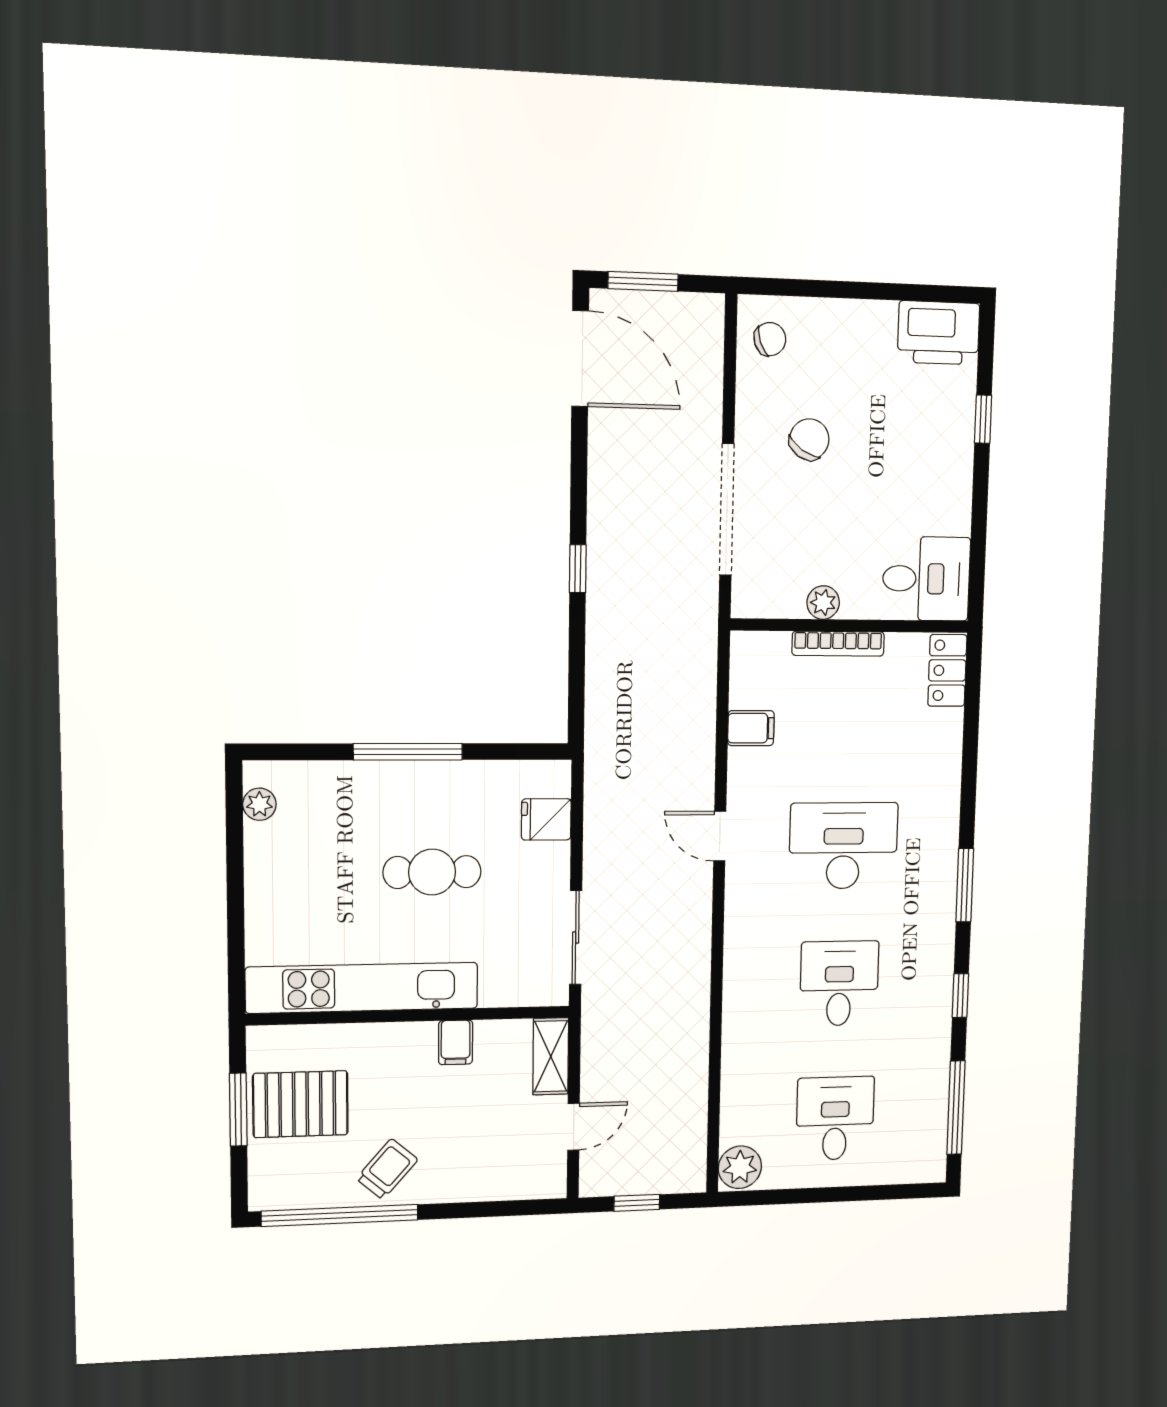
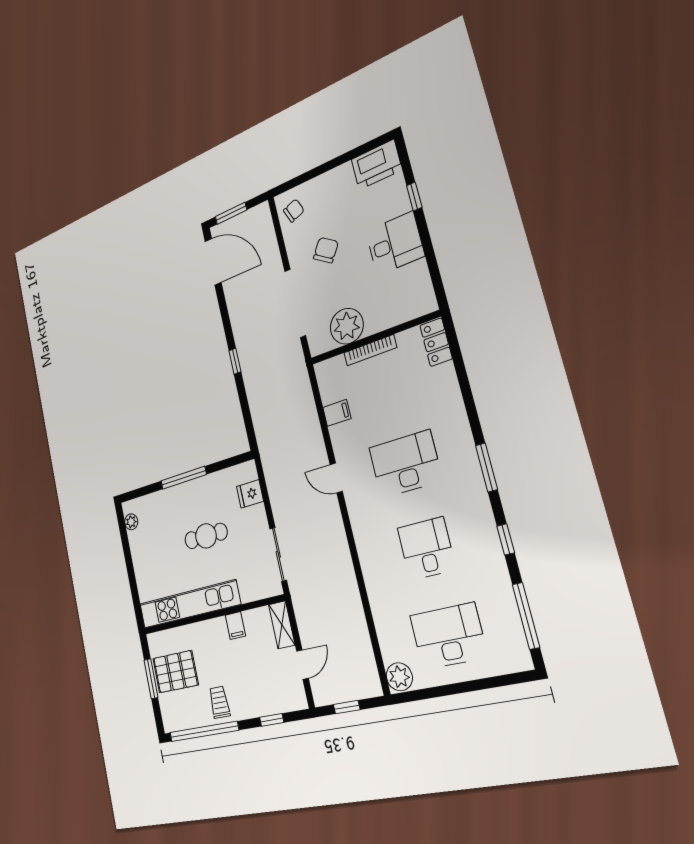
desk: (926, 579) -> (395, 243), moved
plant: (823, 603) -> (347, 326), width x1.88, depth x1.88
desk: (835, 1118) -> (448, 636), width x1.37
trolley: (387, 1169) -> (219, 702), turned -41
window: (489, 1209) -> (272, 720), added

